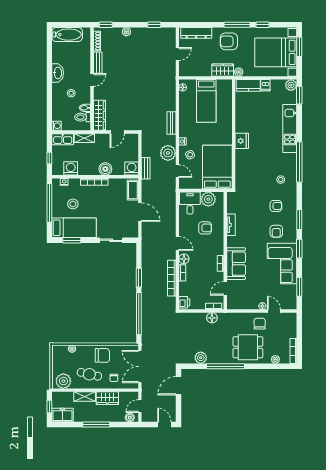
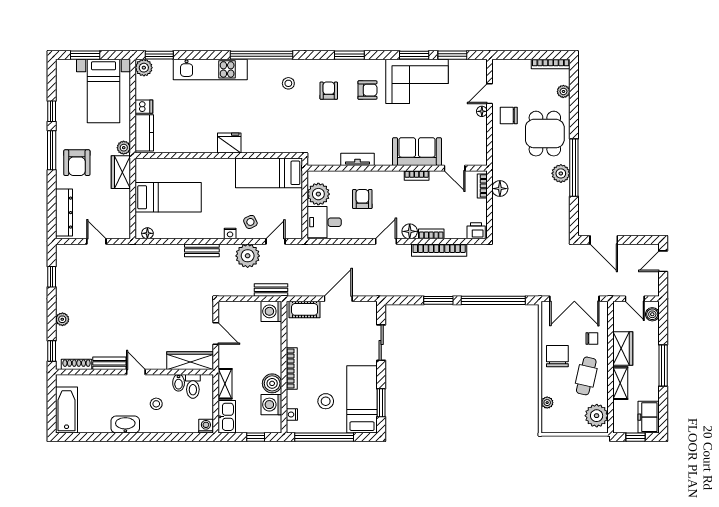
bed with nightstands: (276, 52) -> (104, 91), width x0.73
bed: (217, 167) -> (269, 173), width x0.67
boiler: (105, 169) -> (272, 383), moved
window: (299, 249) -> (414, 55), moved
plant: (201, 358) -> (561, 173), moved

